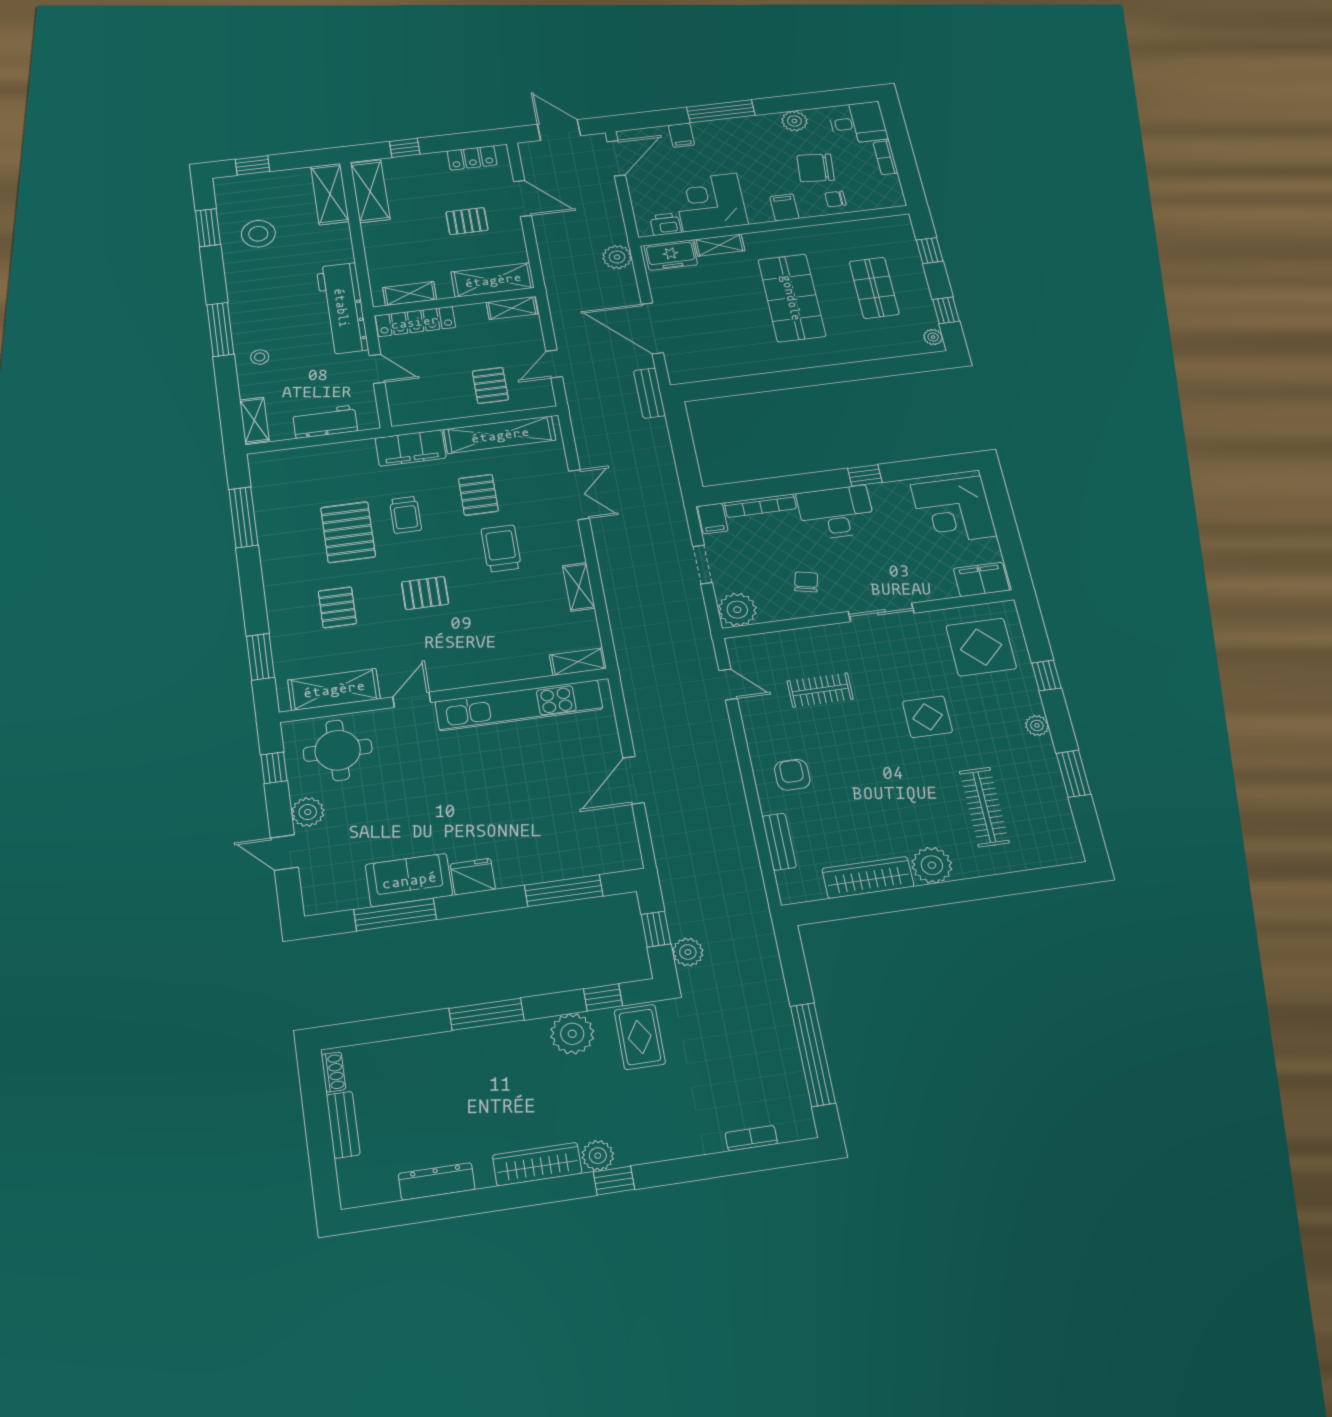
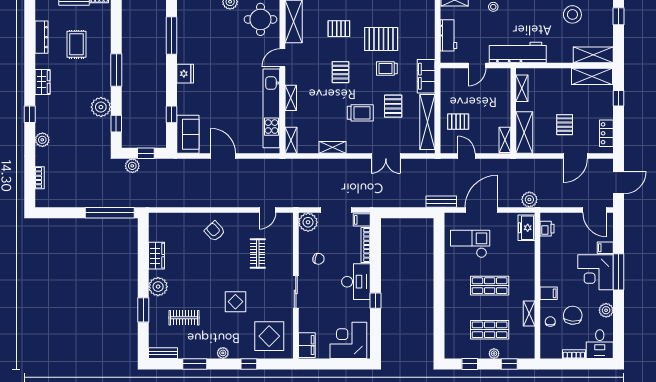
corner desk: (710, 202) -> (596, 272), moved, turned 180
shelving: (719, 245) -> (529, 314), moved
shop shelf: (792, 298) -> (490, 286), width x0.70, depth x0.74
locker: (415, 322) -> (504, 89), removed
plant: (933, 337) -> (494, 354), moved
checkout: (720, 338) -> (470, 244), added
pallet: (478, 495) -> (393, 106), turned 90
doorway: (703, 564) -> (336, 210), width x1.38
shelving: (491, 674) -> (291, 98), added
door: (412, 700) -> (282, 58), swing flipped
armchair: (792, 775) -> (215, 231), turned -134
clothes rail: (984, 807) -> (184, 318), width x0.73
bench: (779, 842) -> (163, 353), moved
wardrobe: (868, 877) -> (156, 256), width x0.67
sofa: (409, 880) -> (188, 134), moved
window: (988, 887) -> (143, 310), added
window: (564, 891) -> (172, 114), width x0.46
rug: (640, 1037) -> (76, 44), moved, turned 90
window: (813, 1054) -> (110, 213), moved
plant: (598, 1156) -> (42, 140), moved
wardrobe: (537, 1164) -> (42, 82), width x0.67

